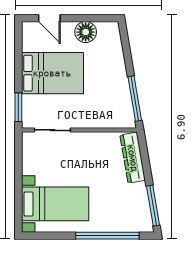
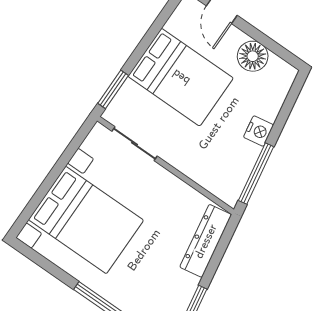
nightstand: (119, 73) -> (259, 131), added
bed with nightstands: (55, 204) -> (86, 220), width x1.36

